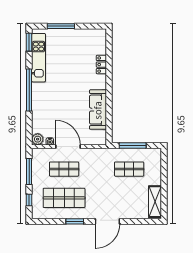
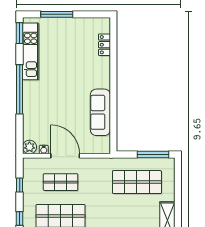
locker: (101, 65) -> (104, 45), moved
window: (133, 146) -> (153, 155), moved
shop shelf: (129, 169) -> (137, 182), width x1.43, depth x1.36
window: (29, 172) -> (20, 185), width x0.46

